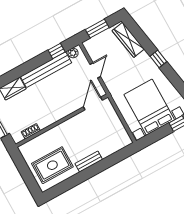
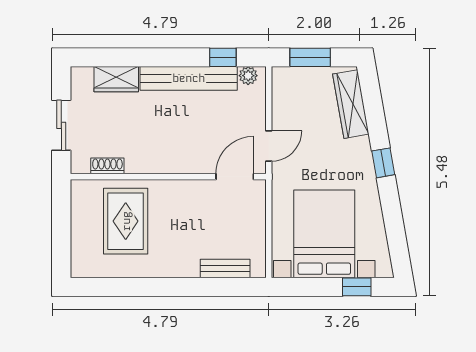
door: (95, 70) -> (269, 146), moved
bench: (89, 162) -> (225, 268), moved
rug: (52, 165) -> (126, 221), moved, turned 90

